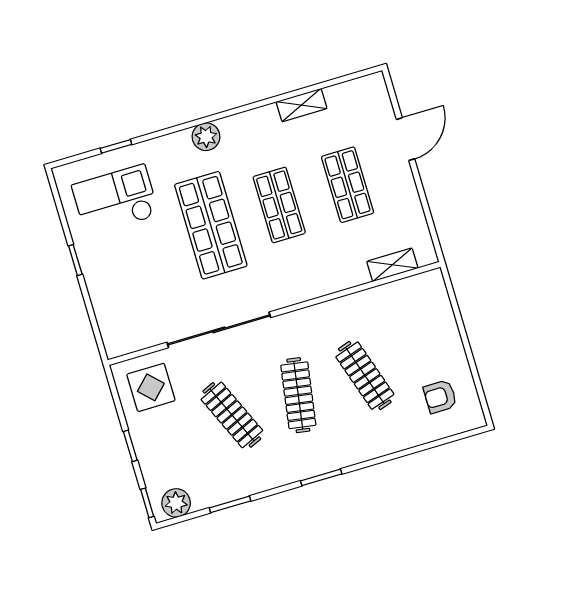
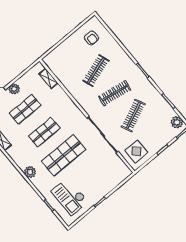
plant: (402, 180) -> (14, 89), added

